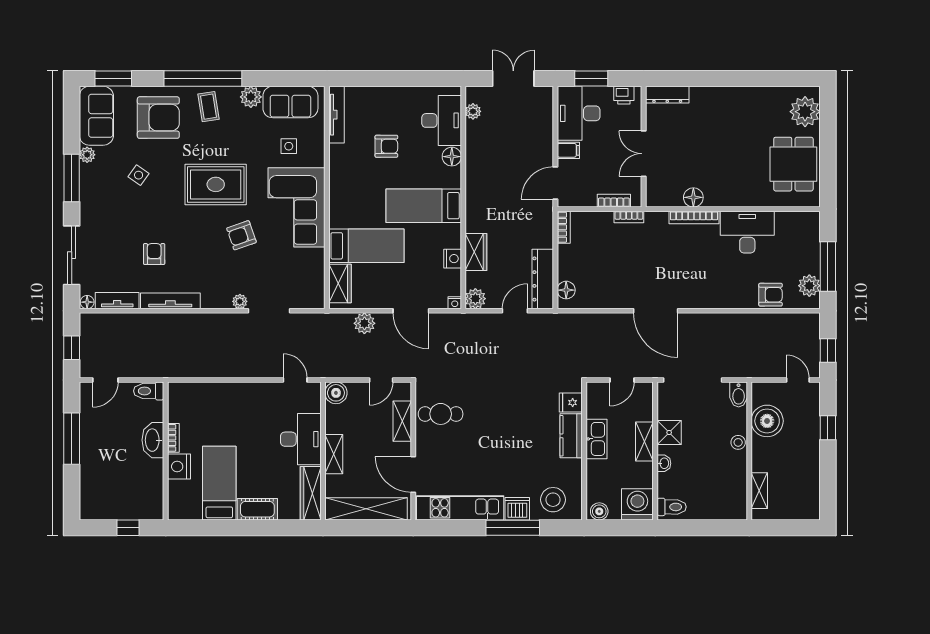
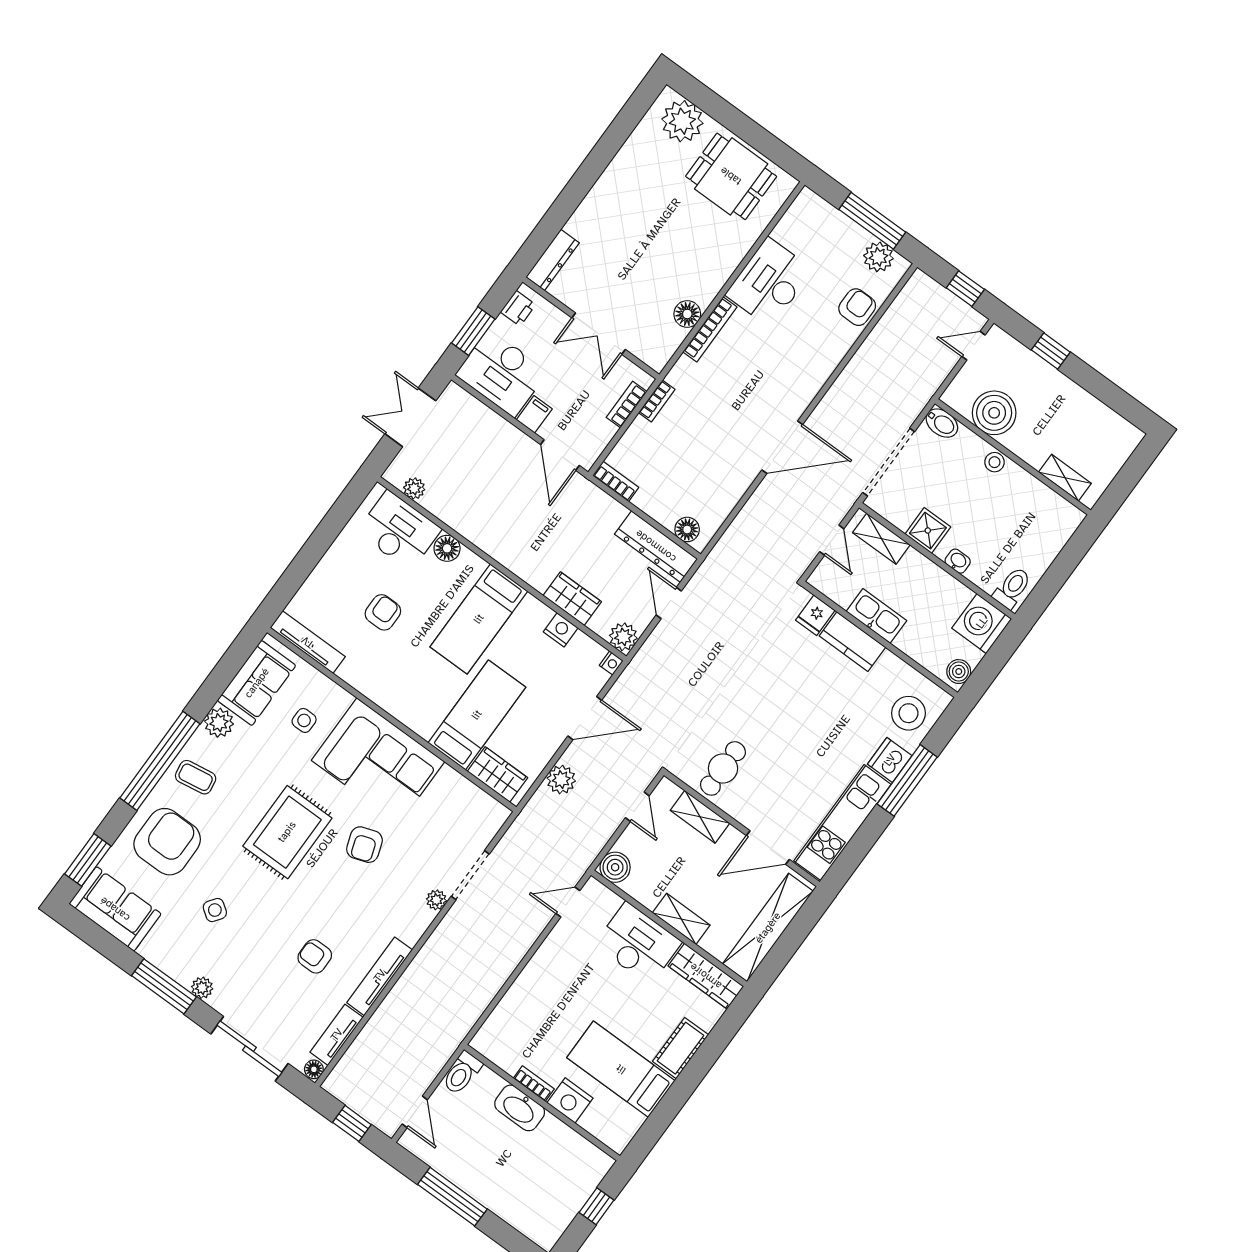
plant: (87, 155) -> (202, 988), moved
shelving: (644, 442) -> (881, 539), moved

